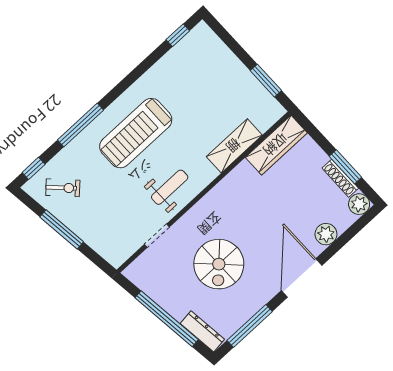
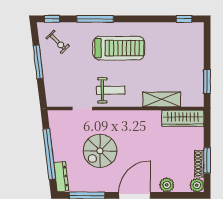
treadmill: (136, 133) -> (119, 48), turned 180

